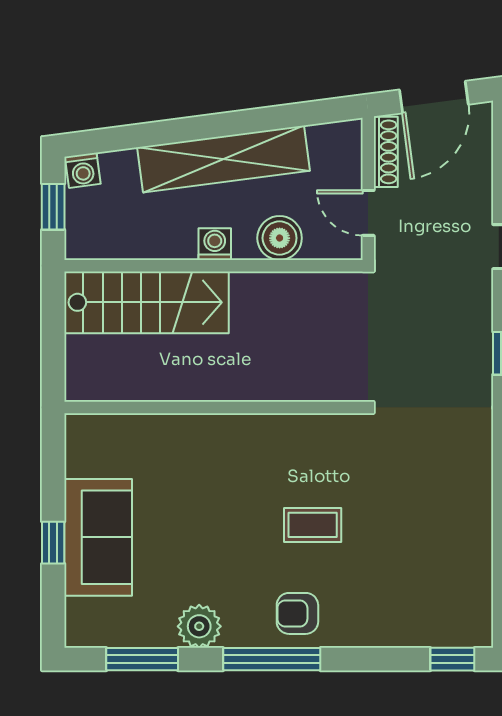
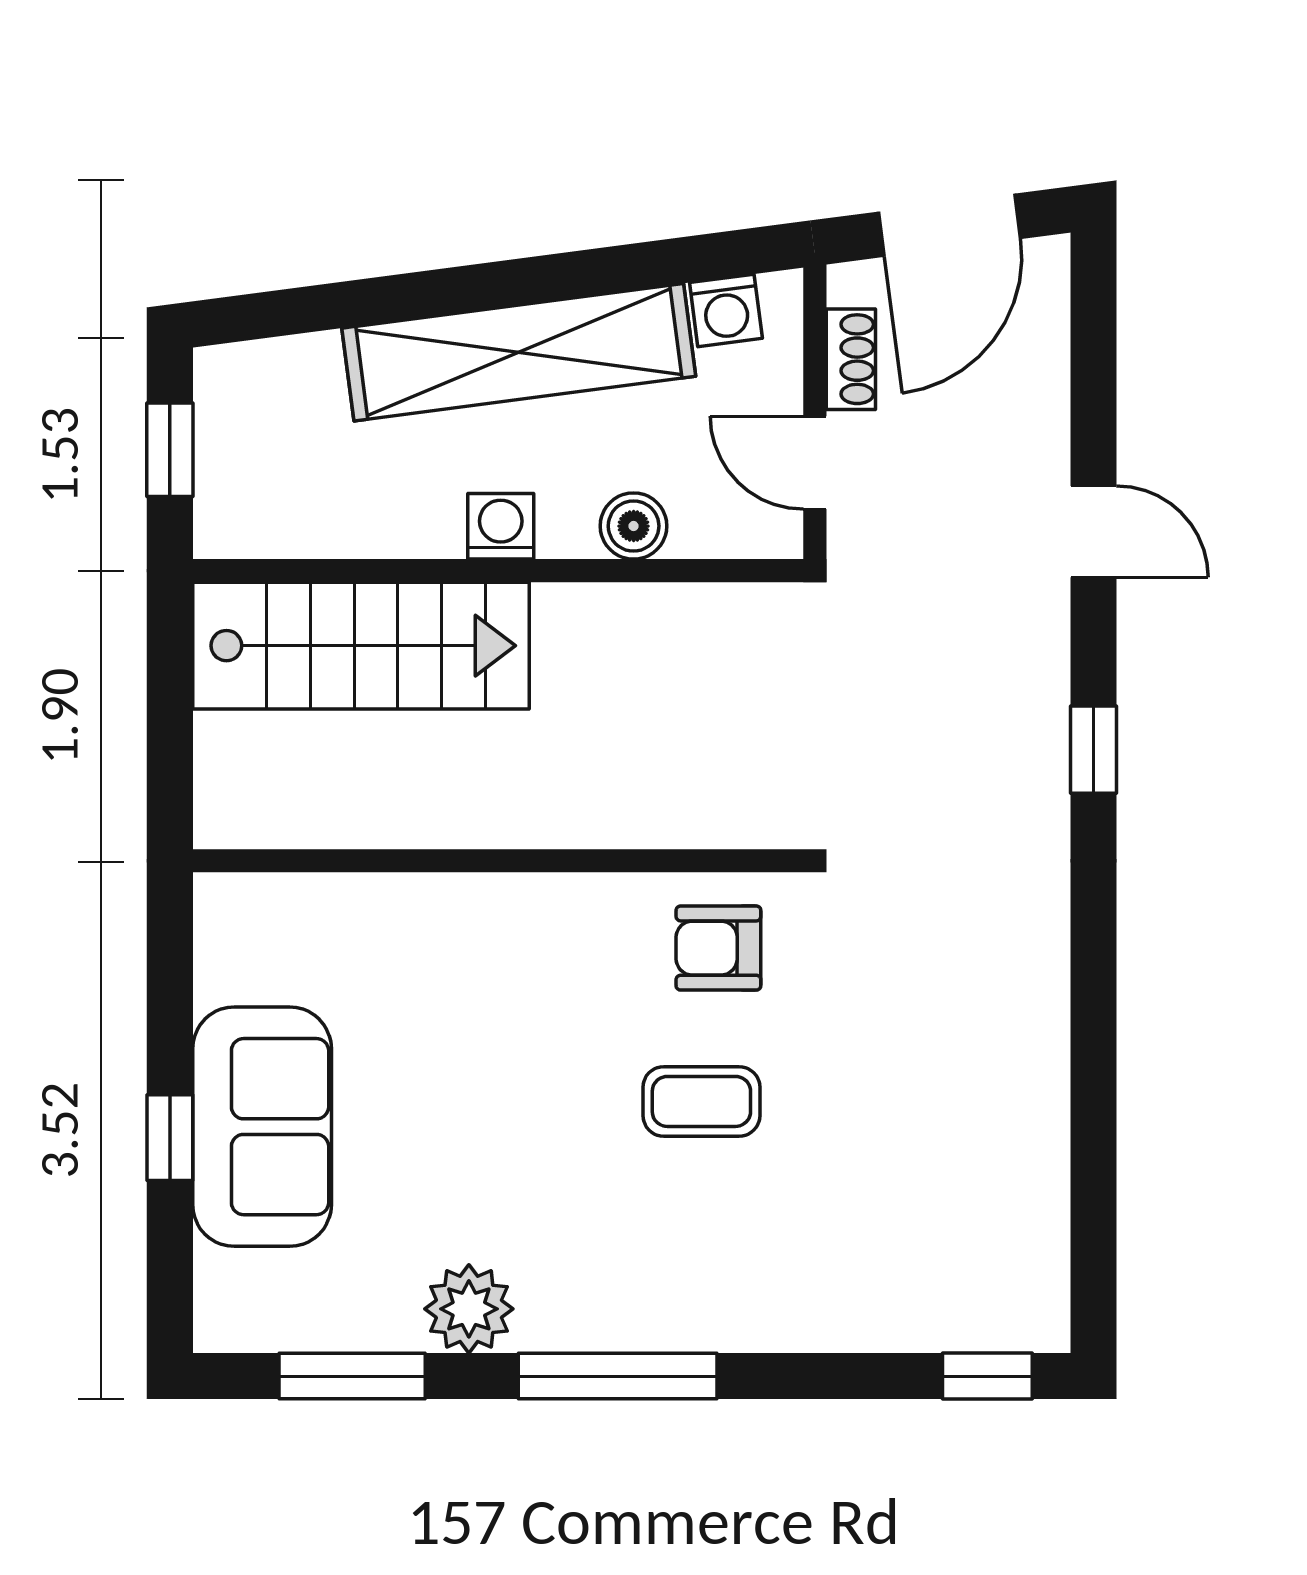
shoe rack: (386, 152) -> (851, 359), width x0.70
washing machine: (83, 170) -> (726, 310), moved
boiler: (280, 238) -> (634, 526), width x0.73, depth x0.73
armchair: (297, 613) -> (718, 948), moved

